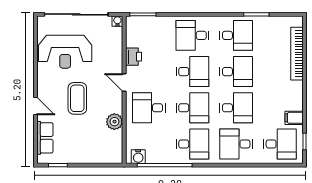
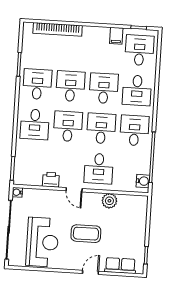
door: (124, 83) -> (74, 190), hinge flipped

